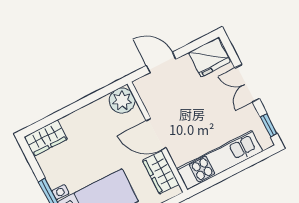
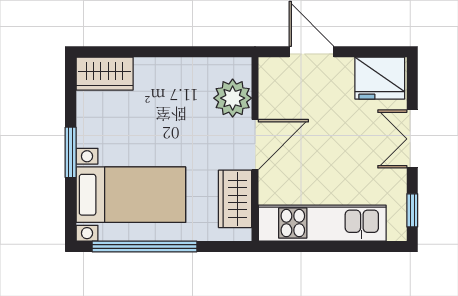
plant: (122, 101) -> (233, 98), moved
door: (156, 134) -> (255, 145), swing flipped

